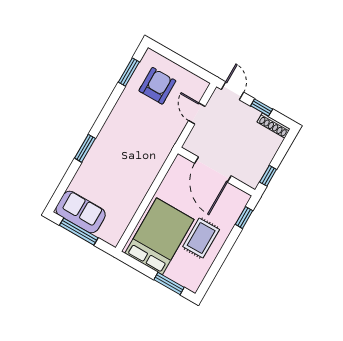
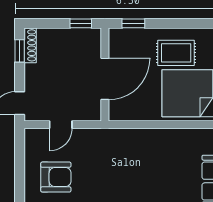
armchair: (157, 86) -> (56, 177), turned 180
window: (262, 108) -> (20, 51), moved

